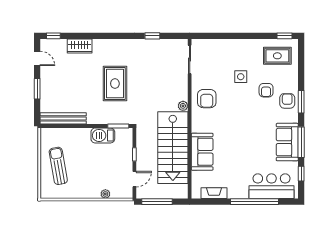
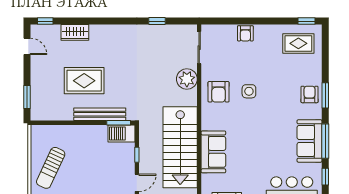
side table: (241, 77) -> (249, 91), moved
rug: (115, 84) -> (84, 81), moved, turned 90
window: (37, 89) -> (27, 97), moved
armchair: (266, 90) -> (245, 33), moved
plant: (183, 106) -> (187, 79), moved, width x1.88, depth x1.88
bench: (63, 118) -> (100, 114), moved
barbecue: (103, 135) -> (121, 133), moved
sun lounger: (58, 166) -> (51, 168), turned -145

